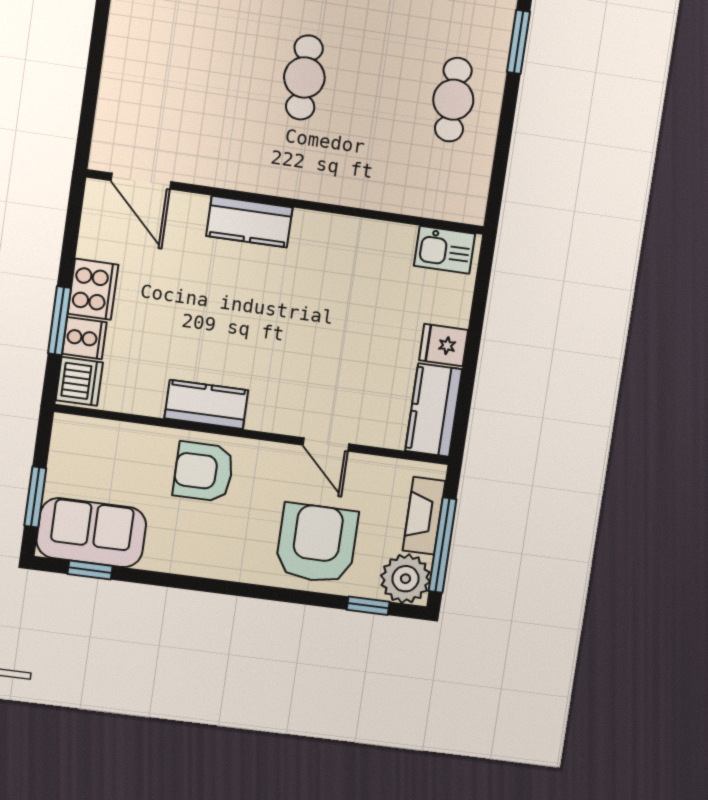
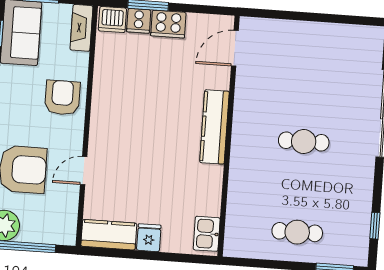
kitchen counter: (249, 222) -> (214, 127), width x1.50
kitchen counter: (206, 404) -> (103, 96), removed
fireplace: (424, 516) -> (81, 28), moved, turned -90

